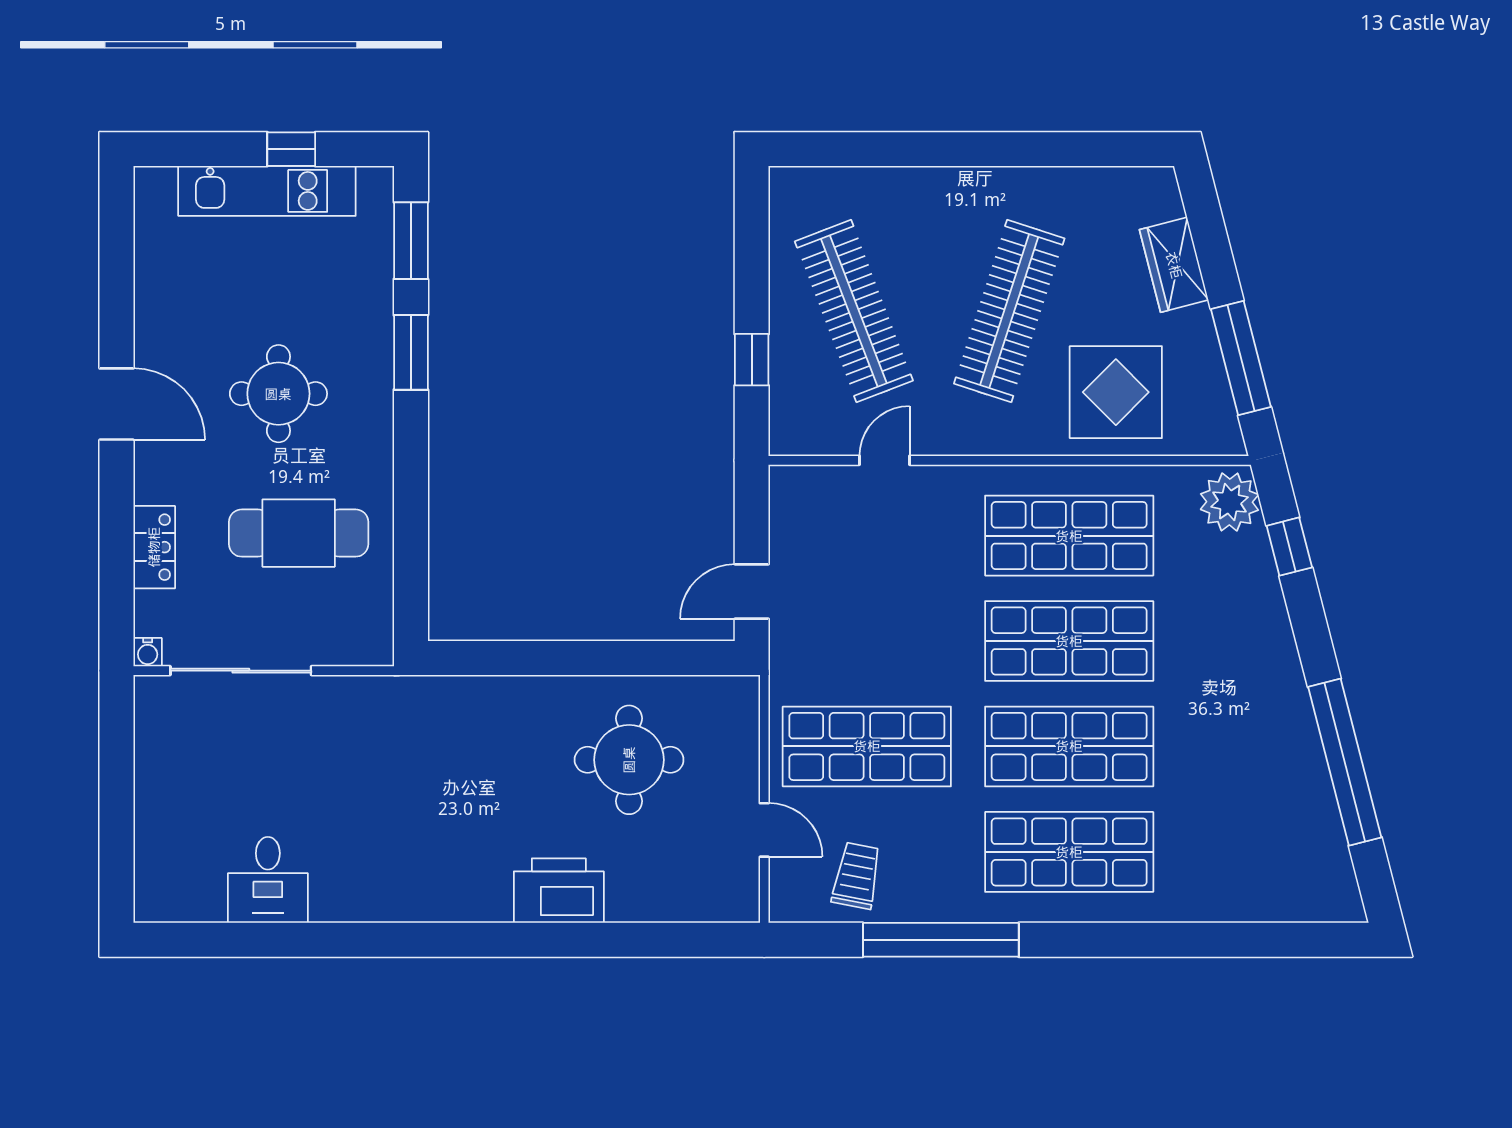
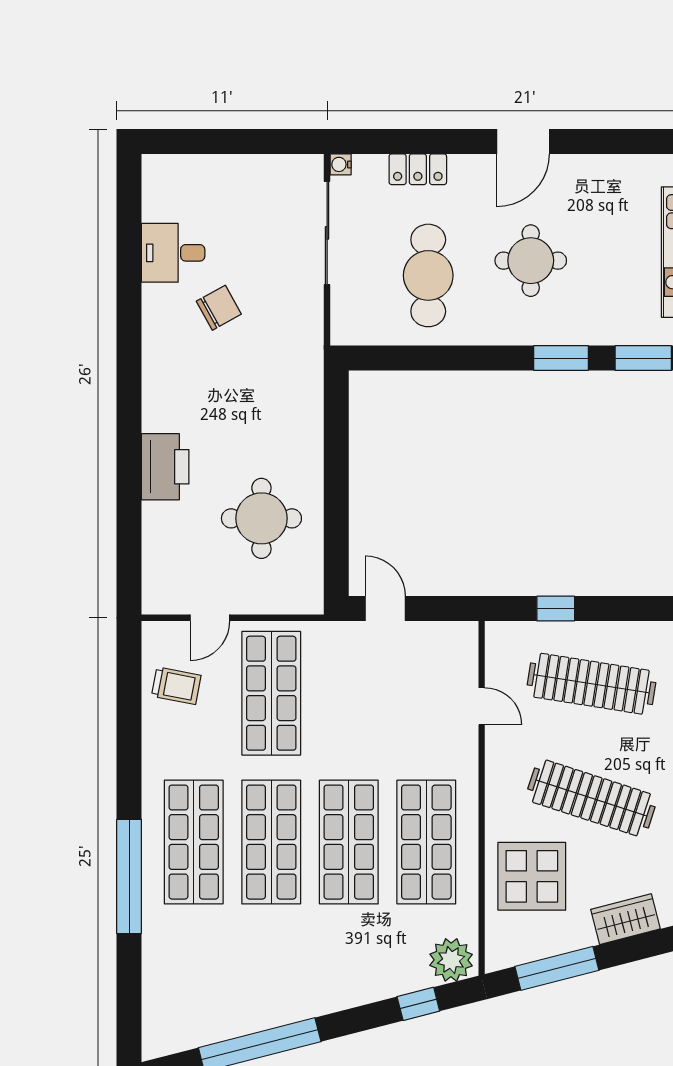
clothes rail: (854, 311) -> (591, 684), turned 30
chair: (342, 818) -> (219, 308), added
window: (941, 940) -> (129, 876), moved

